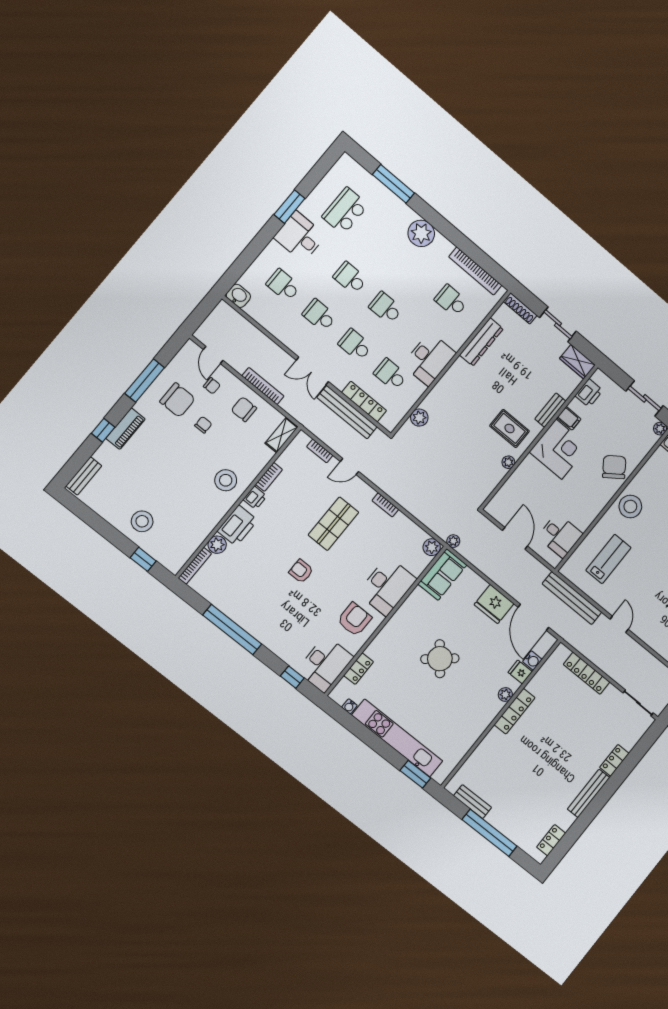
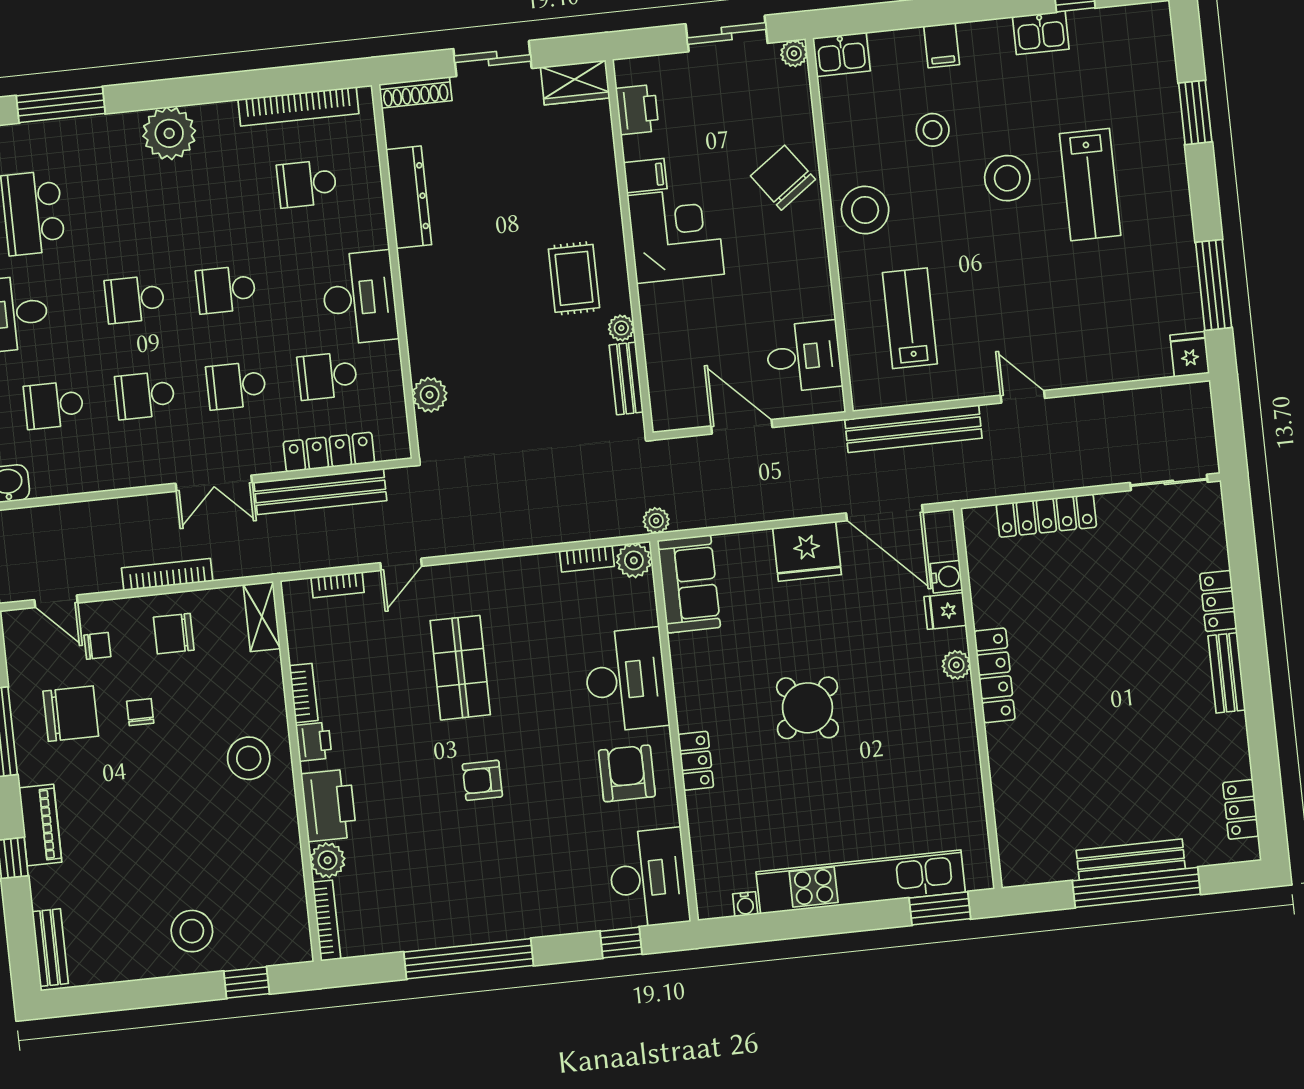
bench: (550, 410) -> (626, 379), moved
rug: (510, 428) -> (574, 278), turned 90
bookcase: (385, 505) -> (587, 559), moved
locker: (359, 669) -> (696, 761), moved
bench: (589, 793) -> (1227, 673), width x0.73
bench: (473, 802) -> (1131, 860), moved, width x1.36

